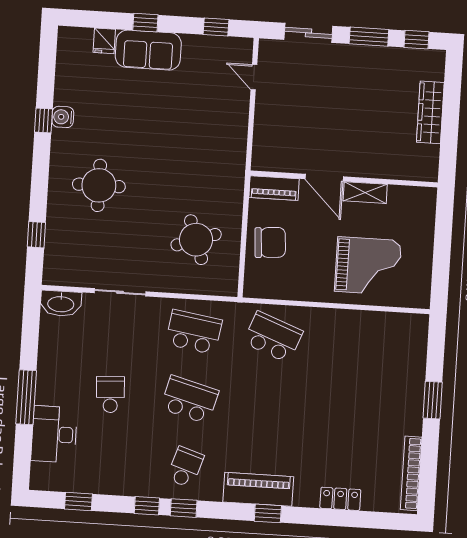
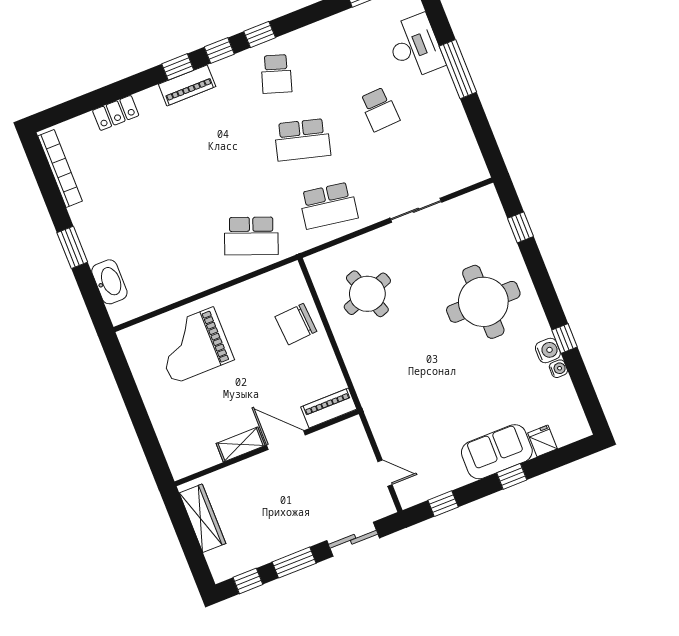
water cooler: (61, 97) -> (558, 369), added
door: (324, 178) -> (286, 440), moved
wall: (344, 179) -> (267, 448), moved
round table: (99, 185) -> (483, 302), width x1.36, depth x1.36
piano: (274, 188) -> (329, 408), moved
shelving: (365, 193) -> (241, 444), moved
washbasin: (61, 303) -> (109, 282), moved, turned 90
piano: (258, 489) -> (187, 85), width x0.73, depth x0.75
window: (147, 506) -> (219, 51), moved

